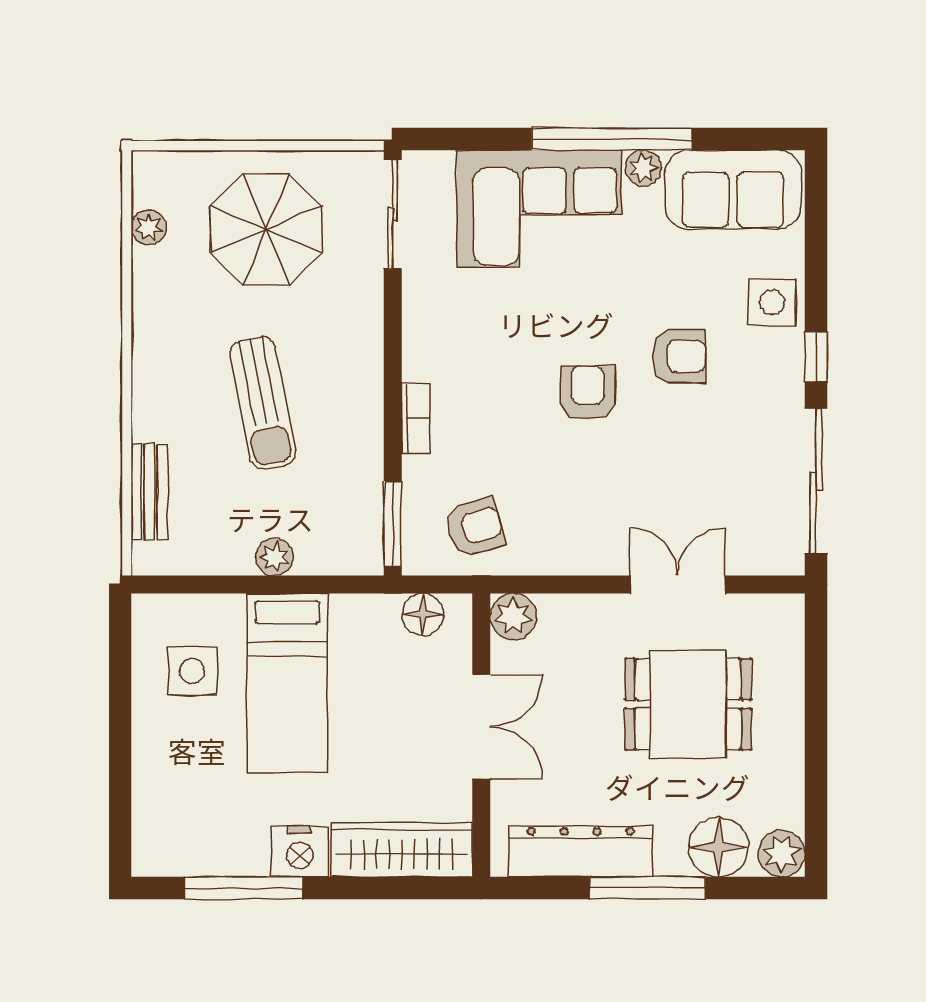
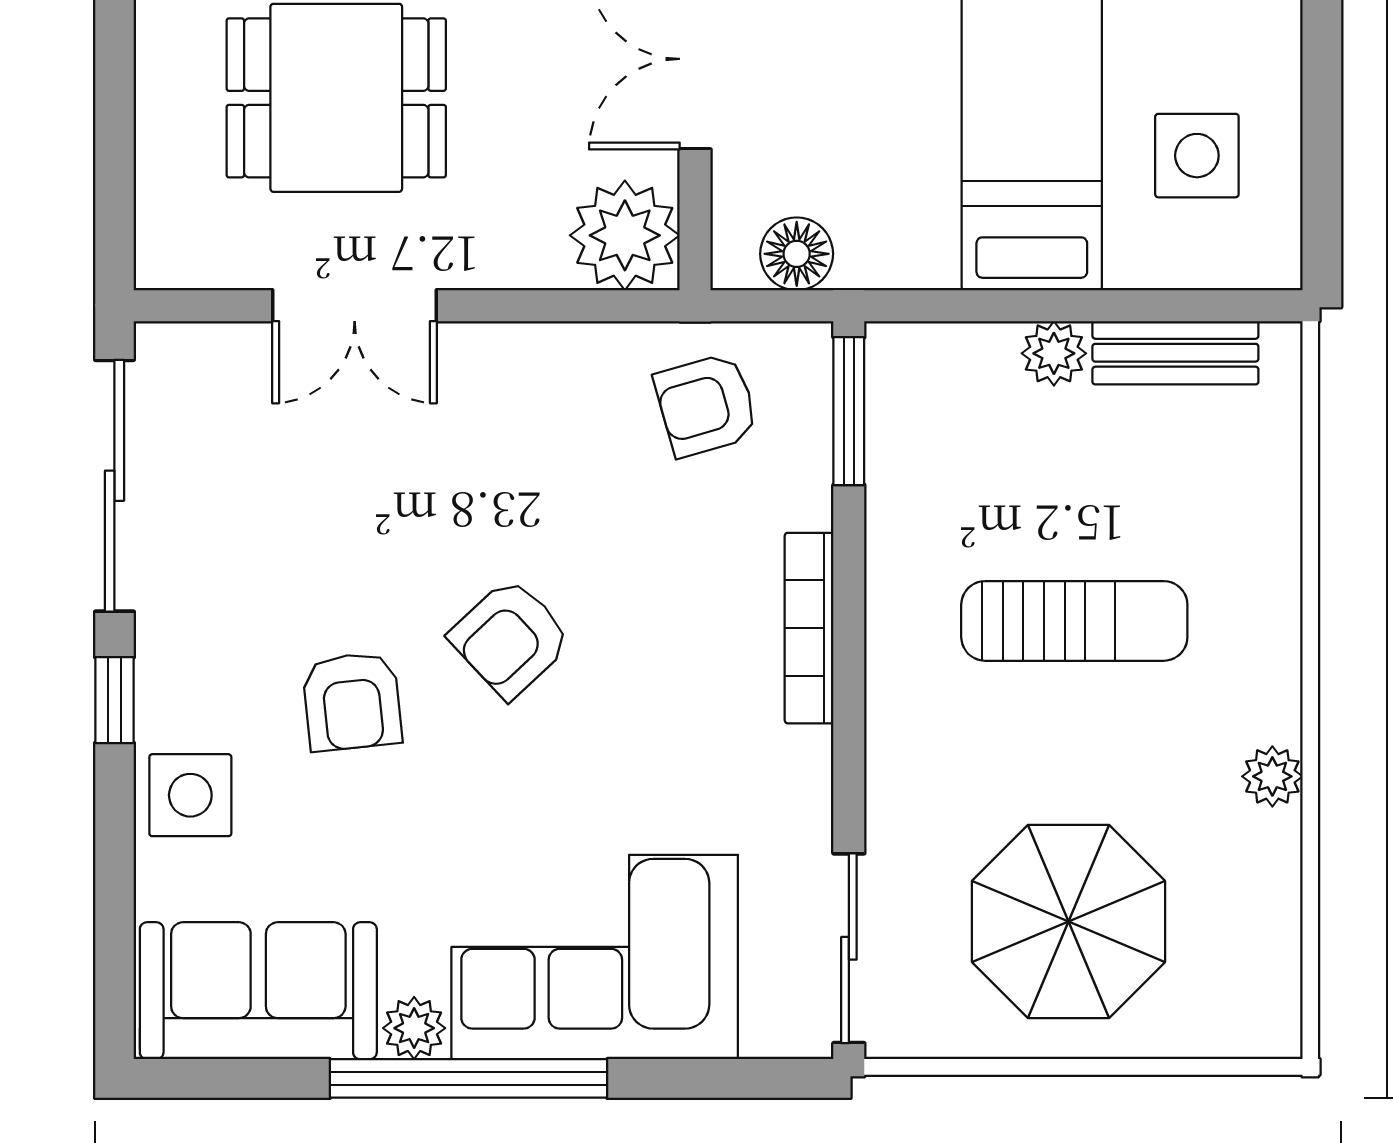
plant: (149, 227) -> (1272, 776), moved
armchair: (679, 356) -> (352, 701), turned -96
armchair: (588, 393) -> (510, 638), turned 47
sun lounger: (263, 403) -> (1074, 621), turned 101
bookcase: (416, 418) -> (809, 628), width x1.56
bench: (149, 492) -> (1175, 353), moved, turned 90
plant: (513, 617) -> (625, 235), width x1.36, depth x1.36

